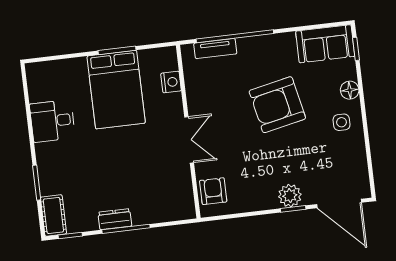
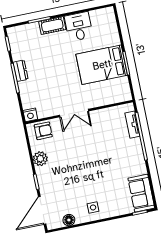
nightstand: (171, 82) -> (30, 115), moved
floor lamp: (350, 90) -> (69, 220), moved
armchair: (277, 105) -> (101, 166), removed
plant: (290, 196) -> (40, 159), moved
cot: (53, 215) -> (52, 25), moved

